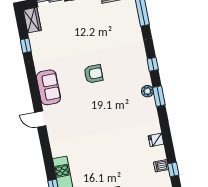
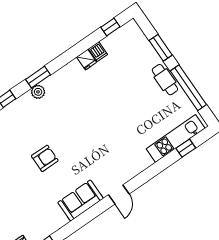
armchair: (93, 74) -> (45, 158), turned 90
dishwasher: (161, 166) -> (98, 52), moved

